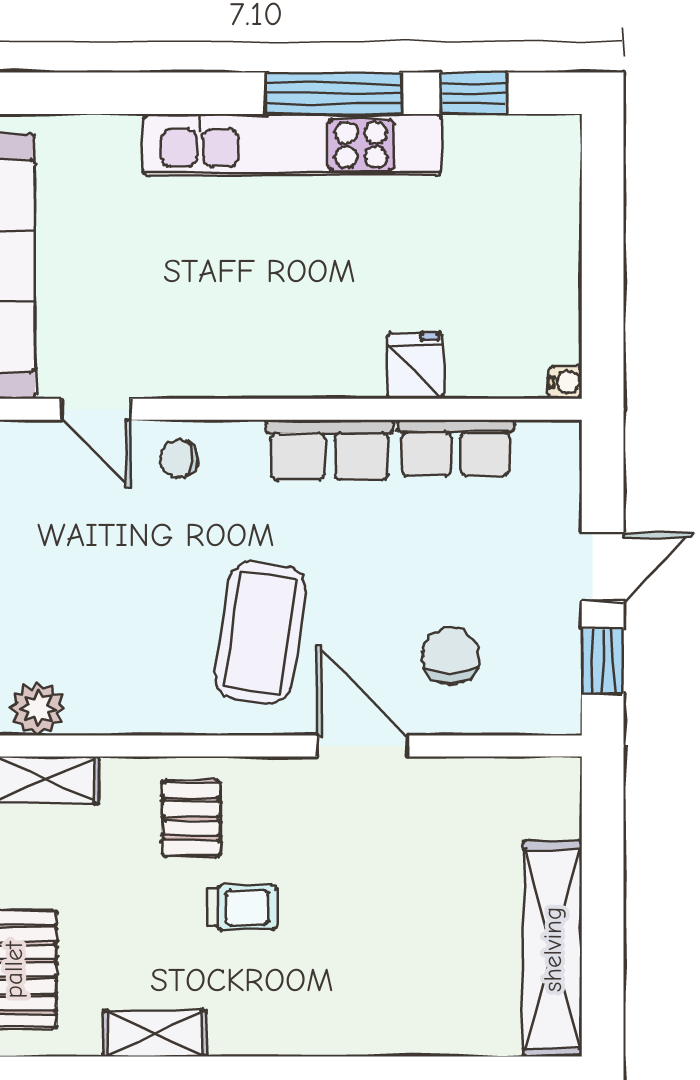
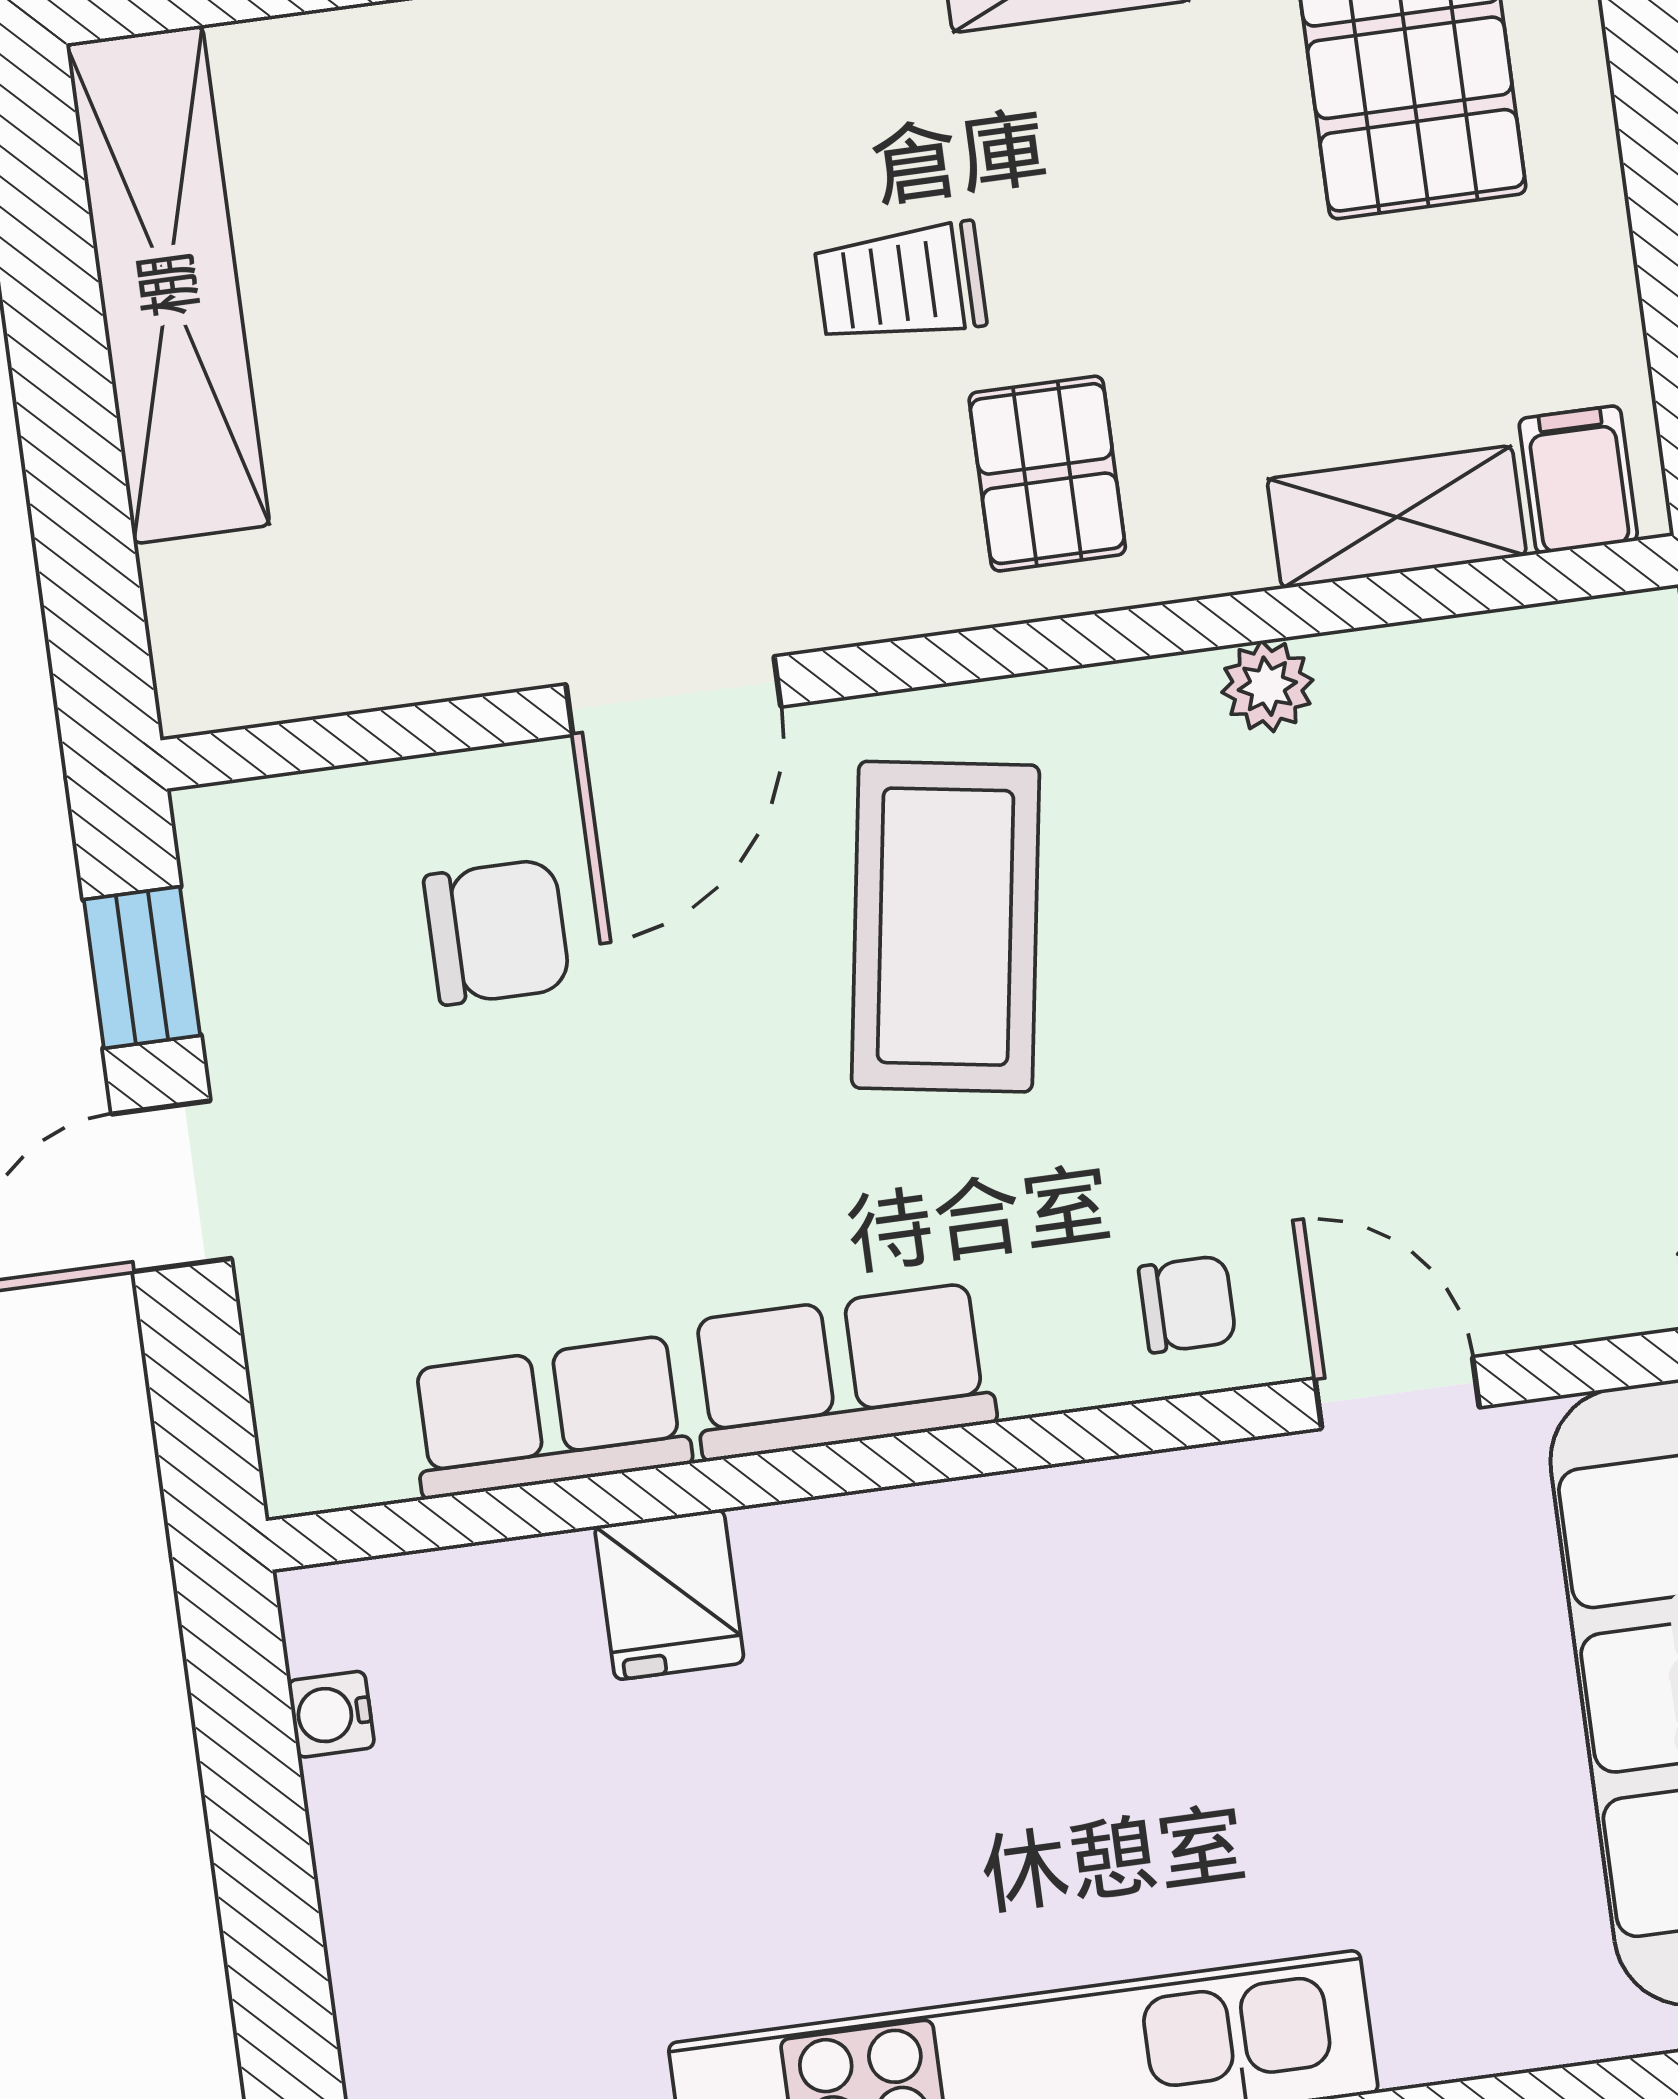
water cooler: (565, 382) -> (331, 1714), moved
chair: (450, 656) -> (497, 932), turned -90
plant: (38, 709) -> (1267, 686), moved, width x0.73, depth x0.73
door: (362, 746) -> (673, 696), hinge flipped

